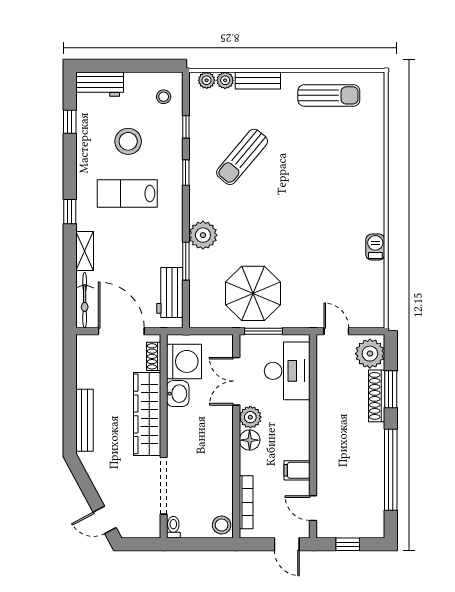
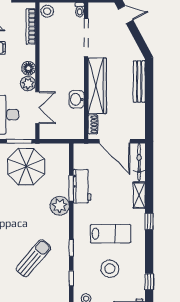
workbench: (170, 292) -> (82, 186), moved
washing machine: (184, 361) -> (72, 121), removed

